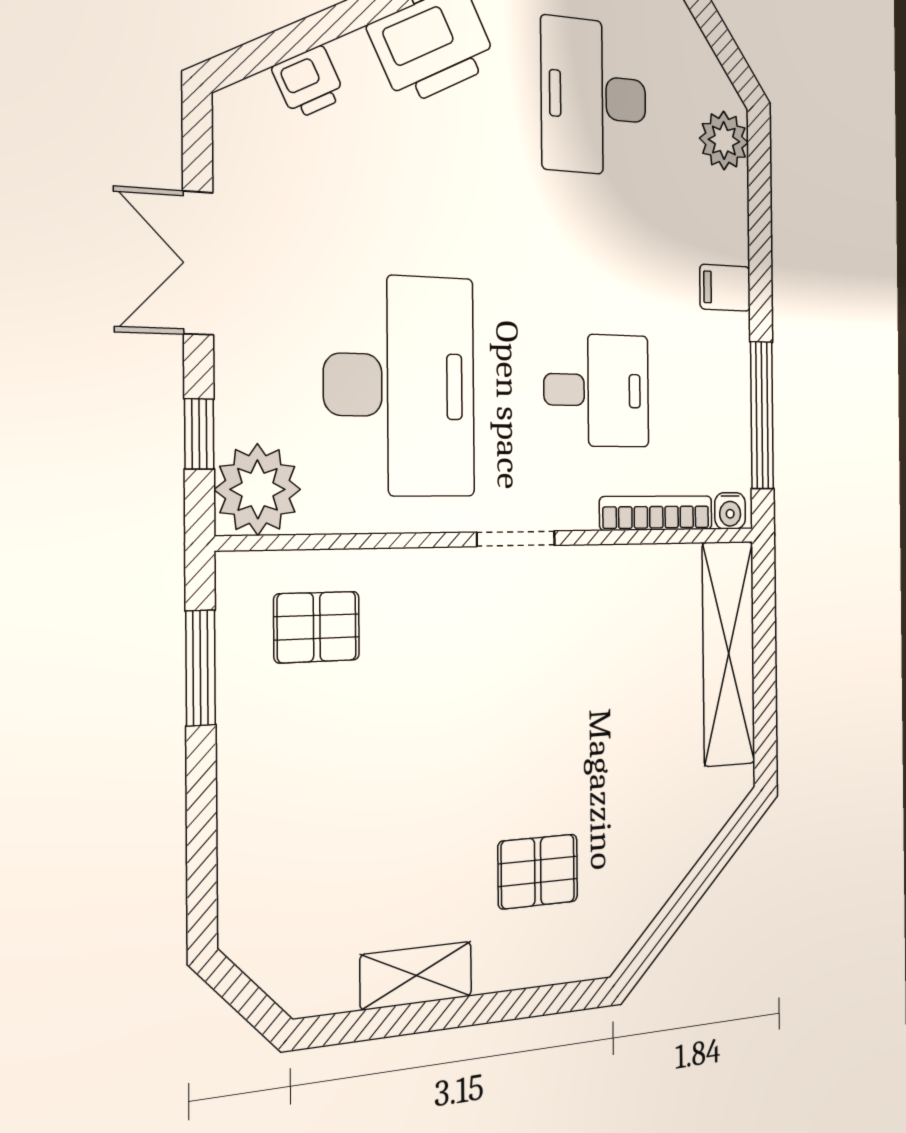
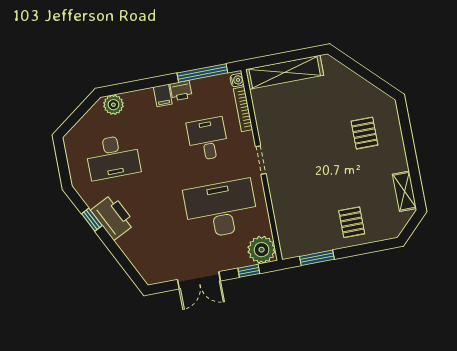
printer: (309, 82) -> (181, 91), moved, turned 117
pallet: (317, 627) -> (352, 222), moved
shelving: (416, 976) -> (404, 191), moved

